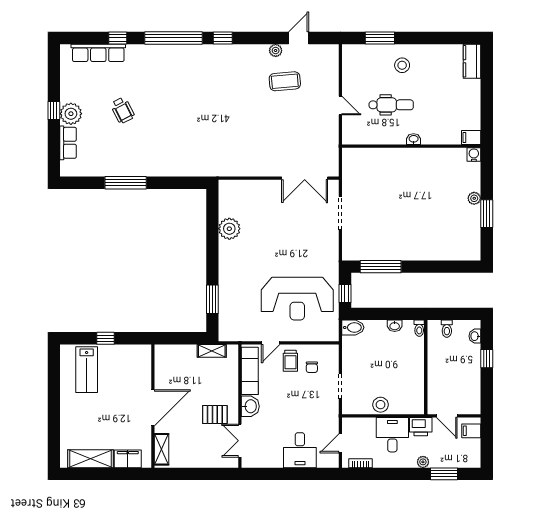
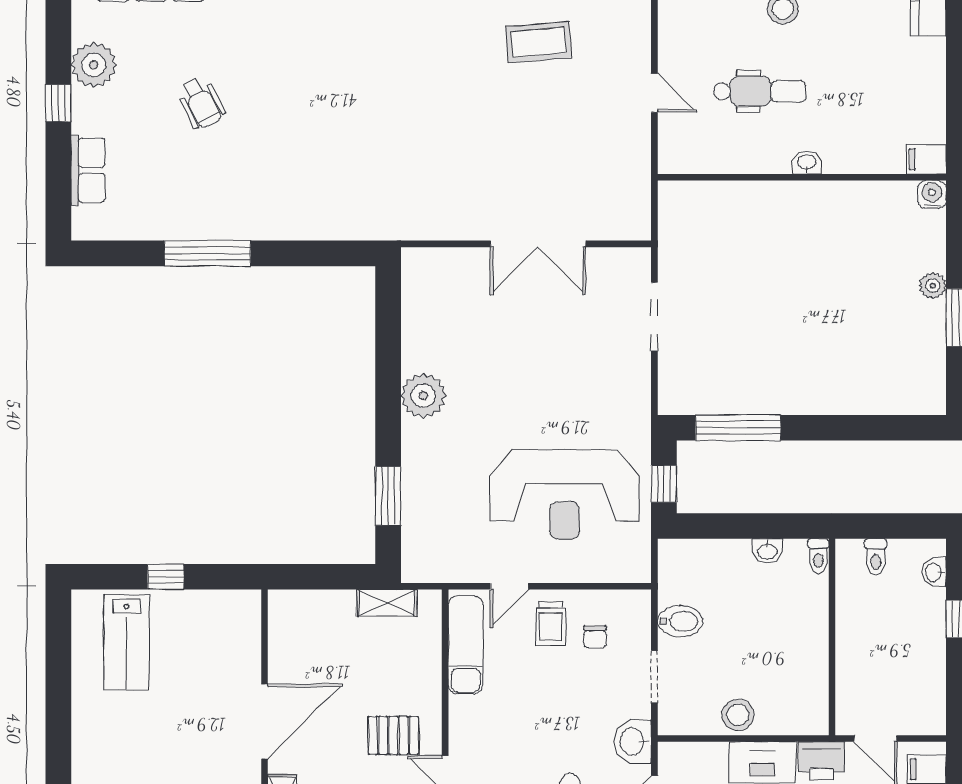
plant: (71, 114) -> (94, 65), moved
double door: (305, 178) -> (538, 244), moved
plant: (229, 229) -> (423, 396), moved
bidet: (353, 327) -> (680, 621), moved
washbasin: (250, 406) -> (633, 741), moved, turned 180

